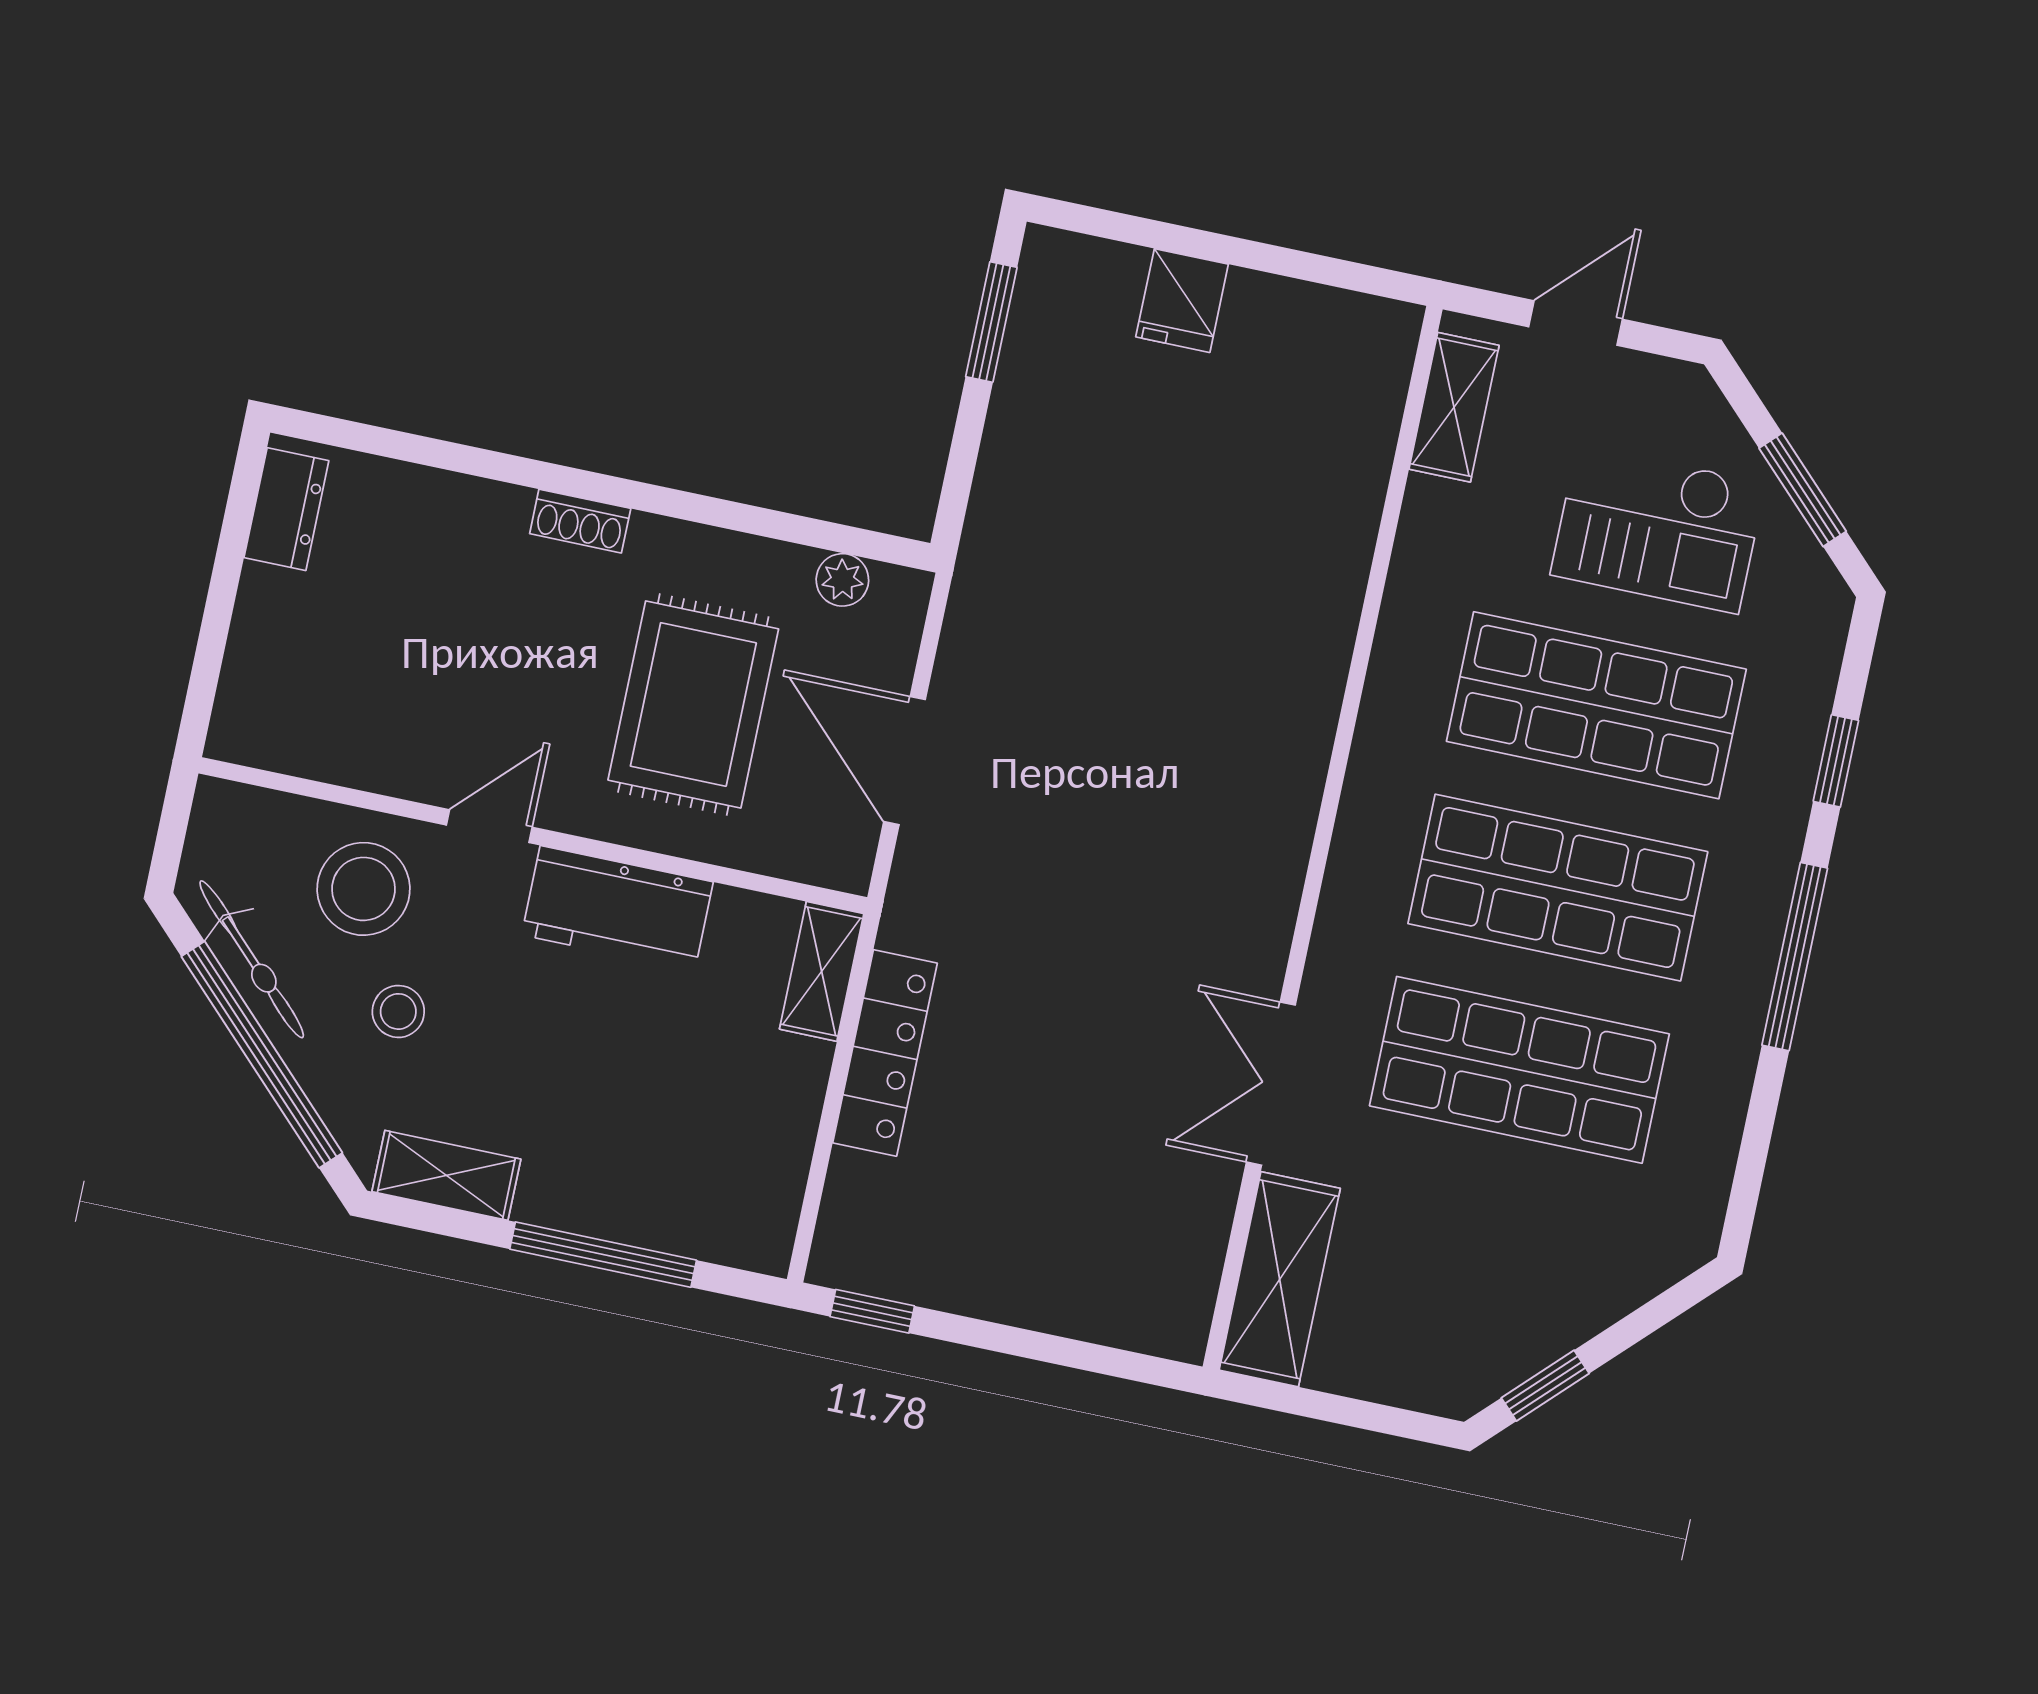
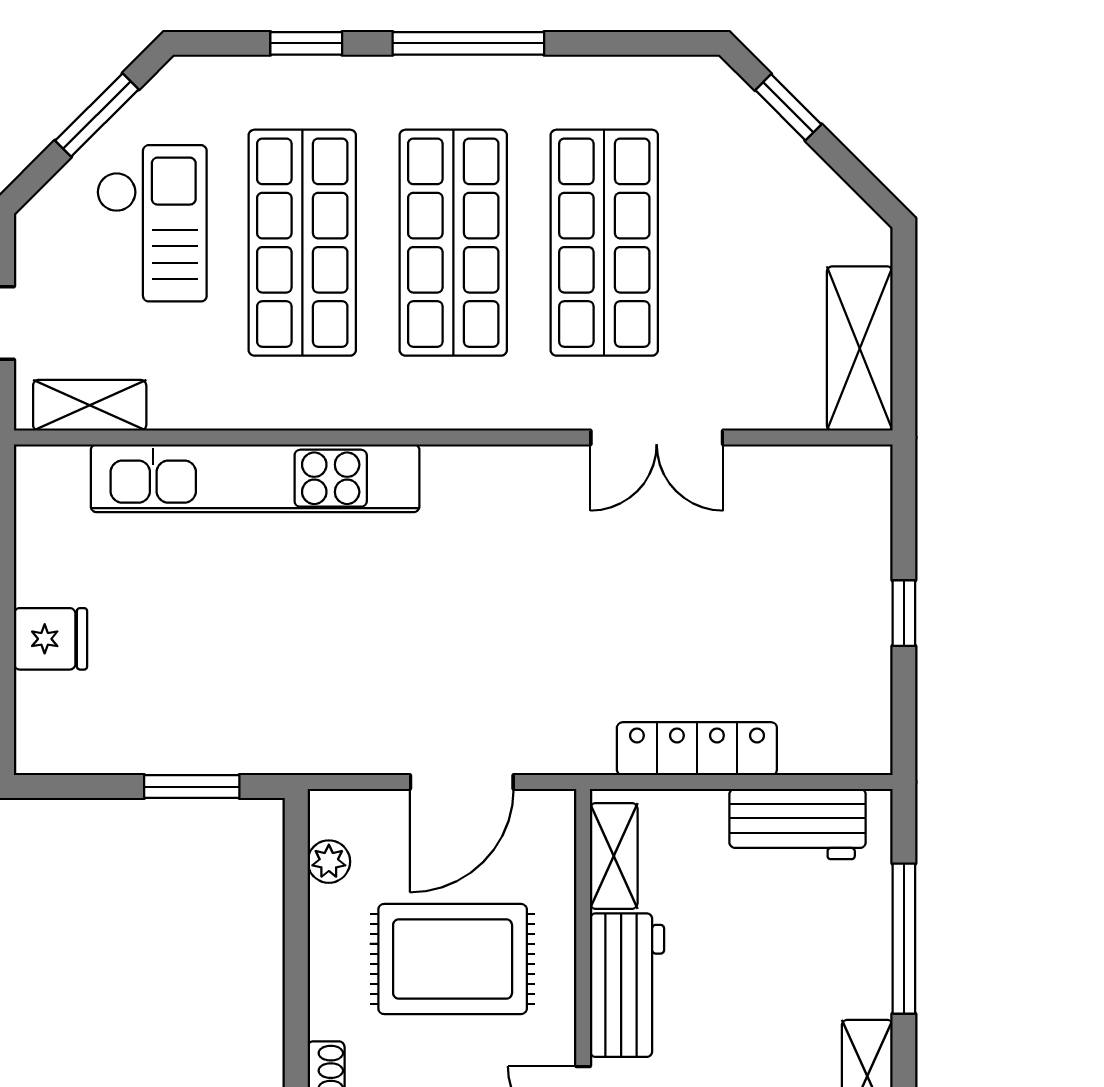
window: (991, 322) -> (192, 787), moved
kitchen unit: (1324, 588) -> (255, 478), added
shelving: (822, 971) -> (614, 856), moved, turned 90
workbench: (769, 1155) -> (798, 824), added
shelving: (1280, 1279) -> (860, 349), moved, turned 90
window: (872, 1311) -> (904, 613), moved
window: (1545, 1386) -> (788, 107), moved

